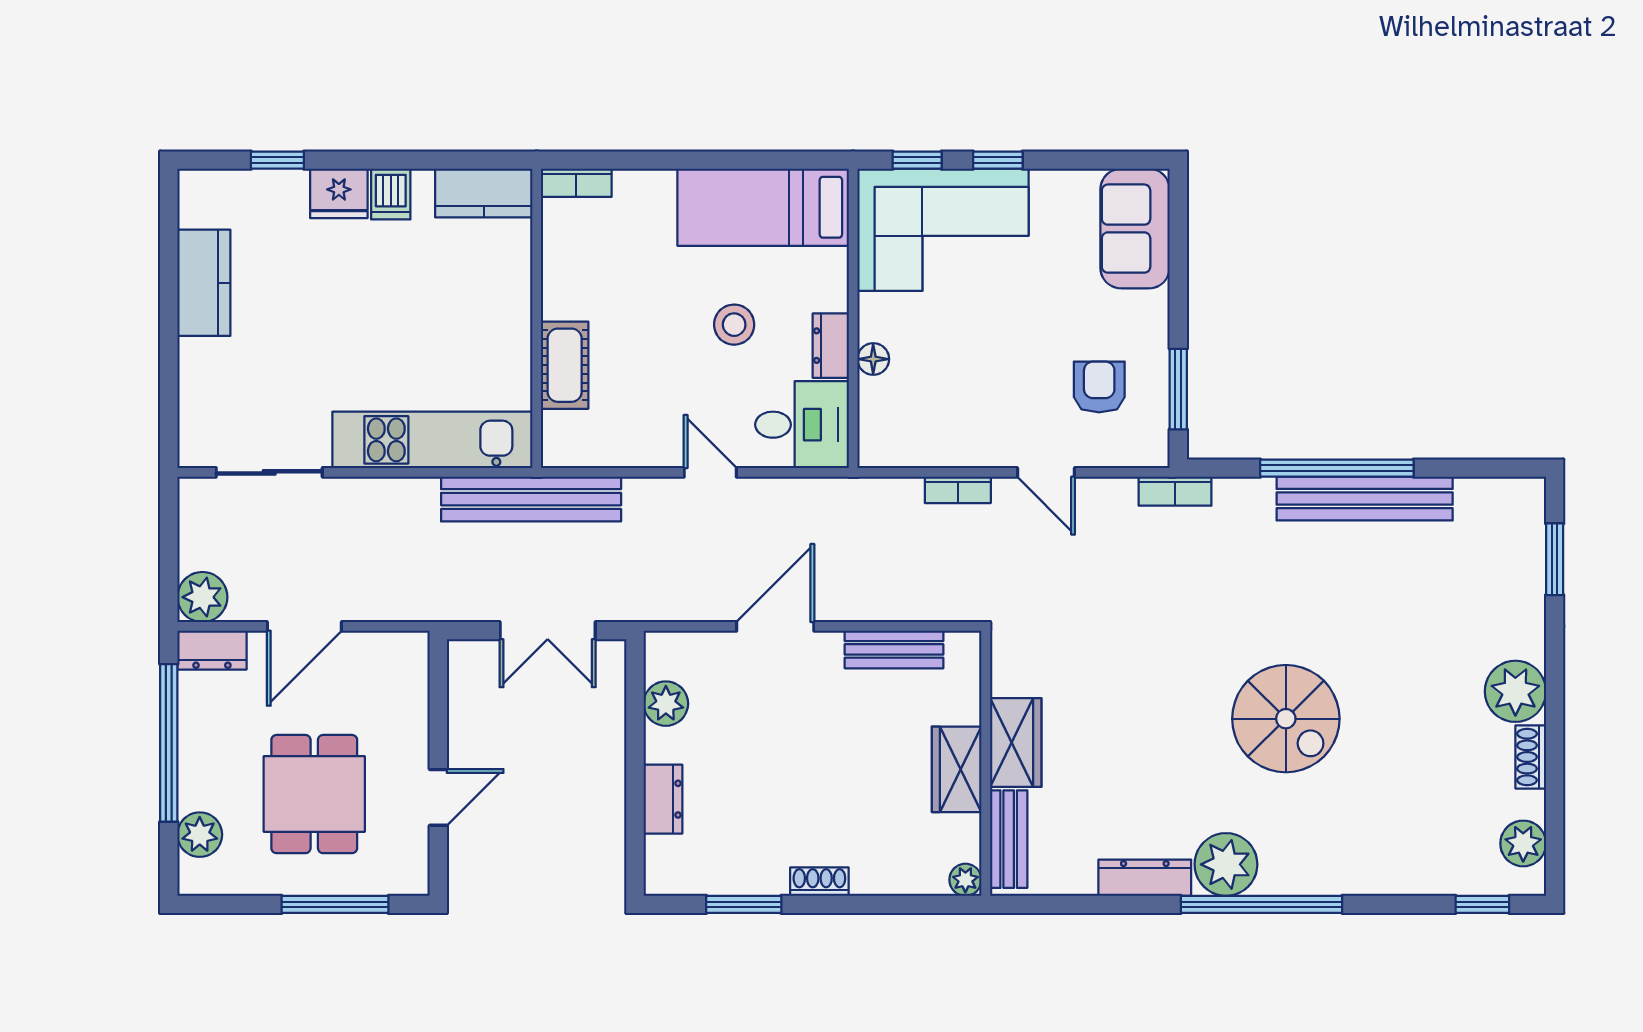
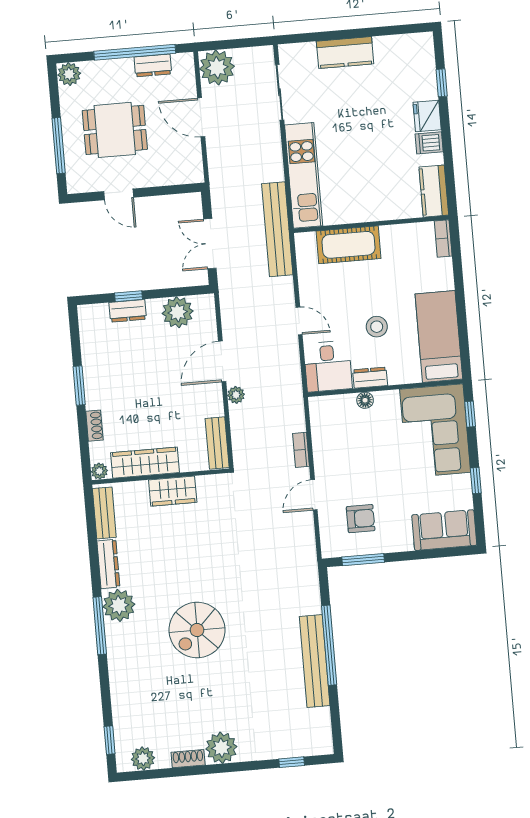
window: (998, 160) -> (476, 481), moved
kitchen counter: (204, 283) -> (345, 53), moved
cot: (565, 365) -> (348, 245), width x1.37, depth x1.34
door: (710, 472) -> (299, 321), hinge flipped
bookcase: (1175, 491) -> (310, 562), removed
window: (1555, 559) -> (292, 762), width x0.67
plant: (202, 597) -> (217, 68), width x1.36, depth x1.36
plant: (842, 605) -> (236, 395), added
door: (775, 626) -> (222, 361), swing flipped
bench: (894, 649) -> (217, 443), moved
dresser: (212, 650) -> (153, 65), moved, turned -90
plant: (666, 704) -> (178, 312), width x1.36, depth x1.36
wardrobe: (957, 769) -> (145, 463), width x1.50
window: (635, 795) -> (128, 296), added
plant: (200, 835) -> (69, 74), moved
bench: (1009, 839) -> (104, 513), moved, turned 90
shoe rack: (819, 882) -> (94, 426), moved
window: (744, 904) -> (79, 385), moved
window: (1261, 904) -> (100, 626), width x0.68

